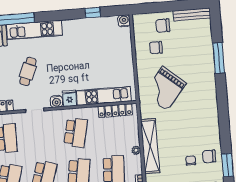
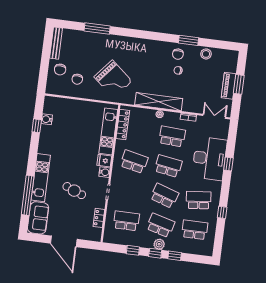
water cooler: (124, 21) -> (47, 119), moved

